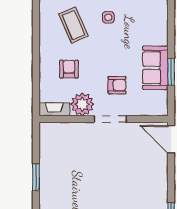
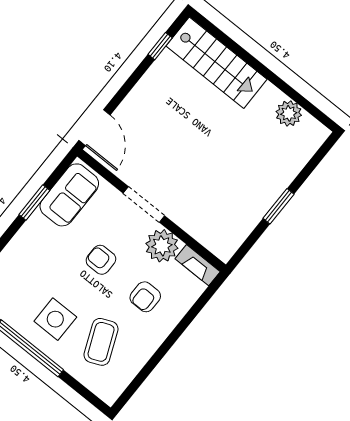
side table: (108, 17) -> (55, 319), width x1.87, depth x1.87
sofa: (155, 68) -> (69, 195), moved
armchair: (117, 85) -> (101, 260), moved

